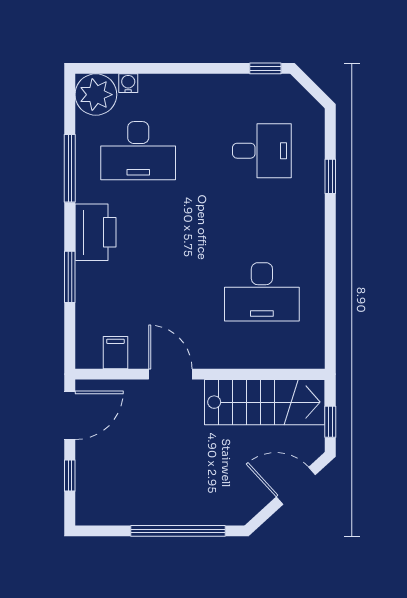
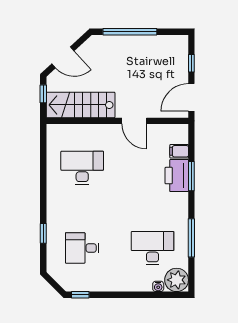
printer: (96, 232) -> (177, 176), moved
filing cabinet: (115, 353) -> (179, 151), moved, turned 90

